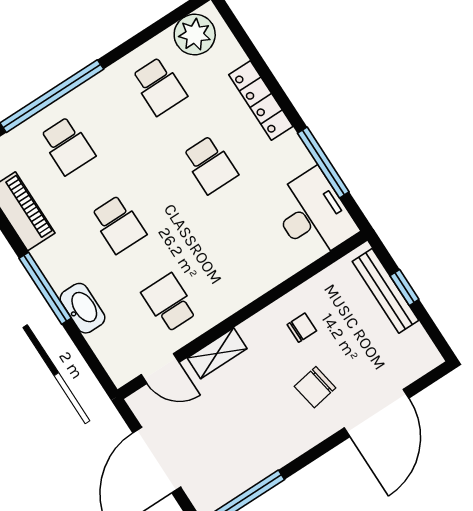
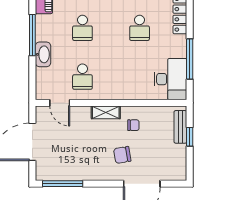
bench: (385, 291) -> (180, 127), width x0.73
school desk: (169, 303) -> (82, 77), turned 180
shelving: (217, 353) -> (106, 112), moved

